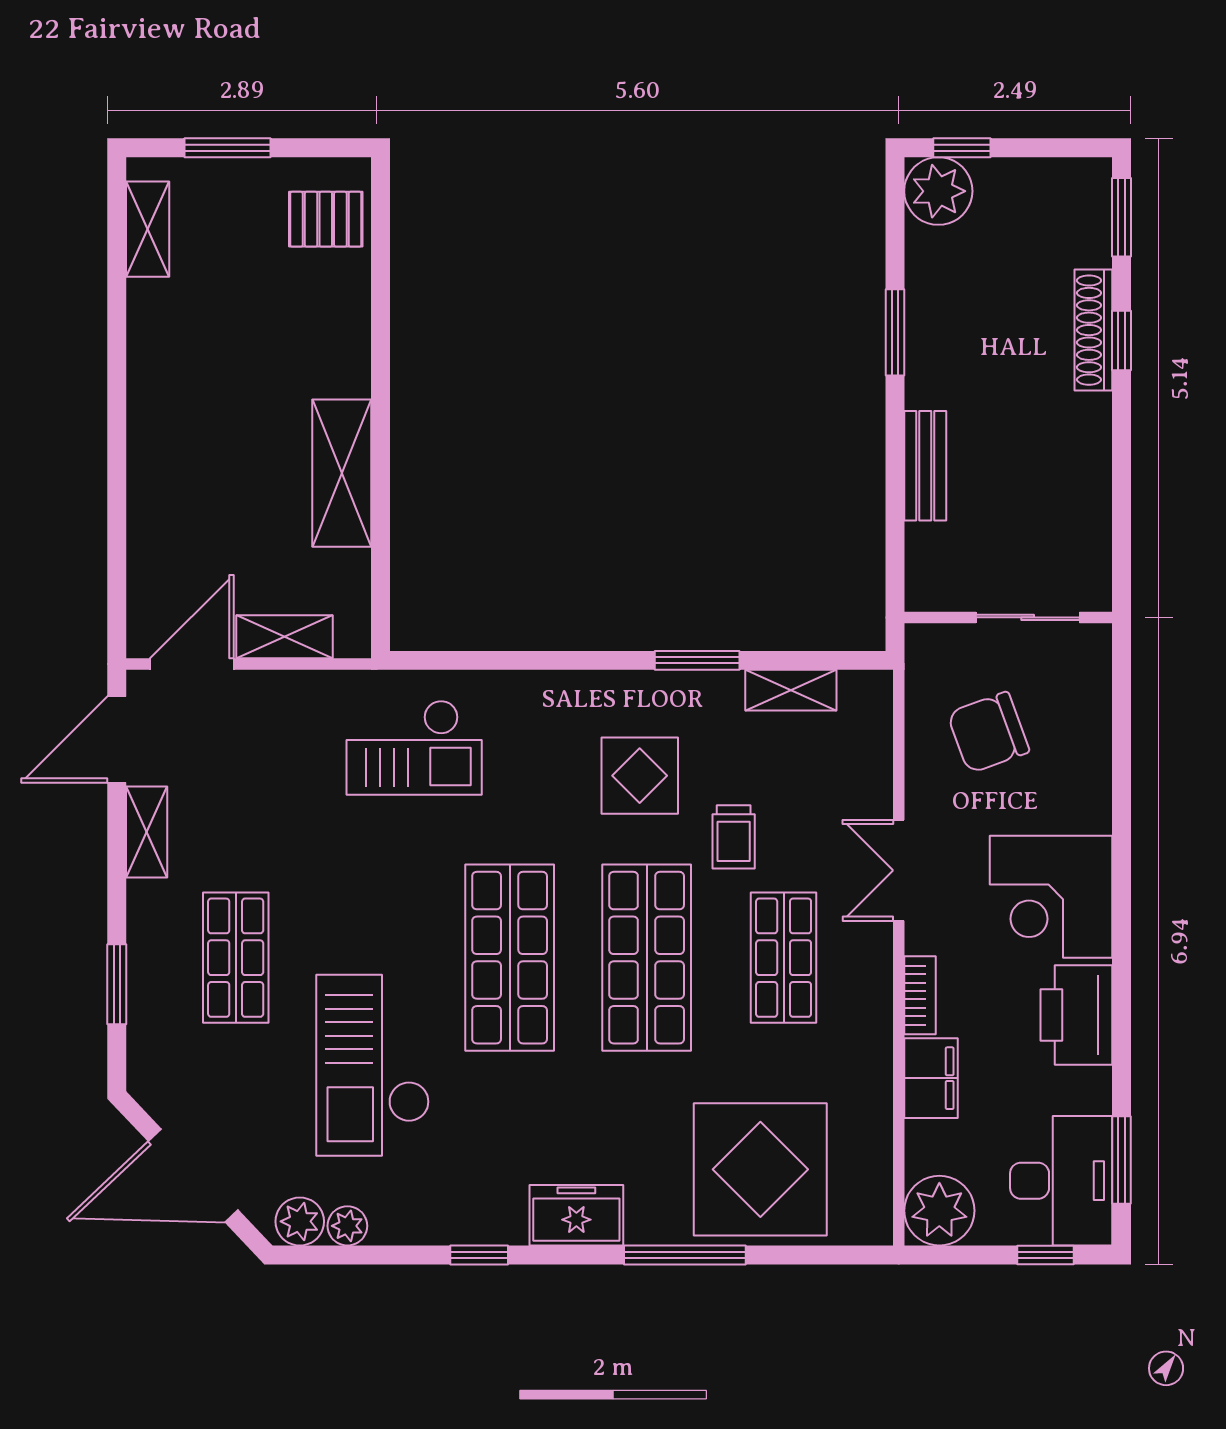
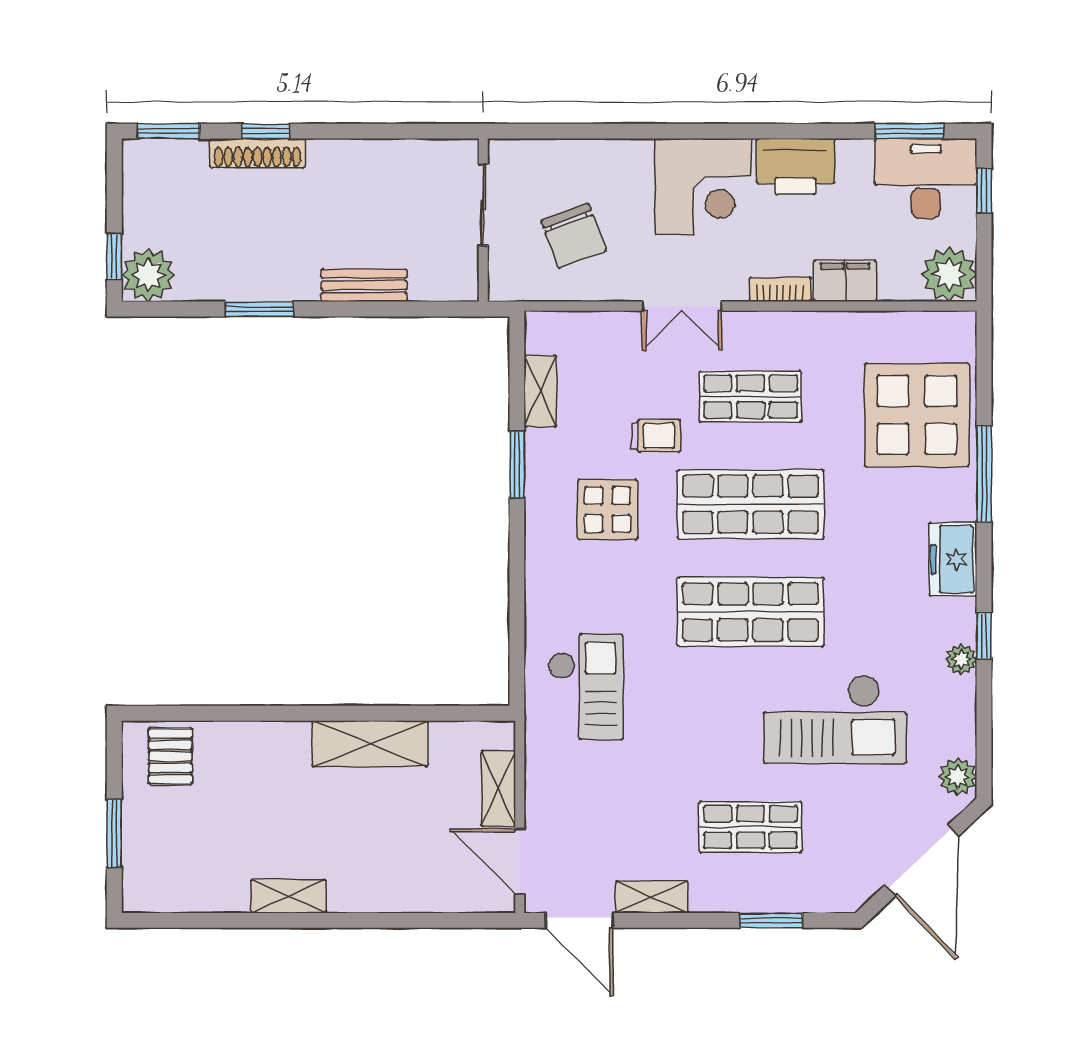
shelving: (148, 229) -> (289, 896), moved
plant: (347, 1226) -> (961, 659), moved

